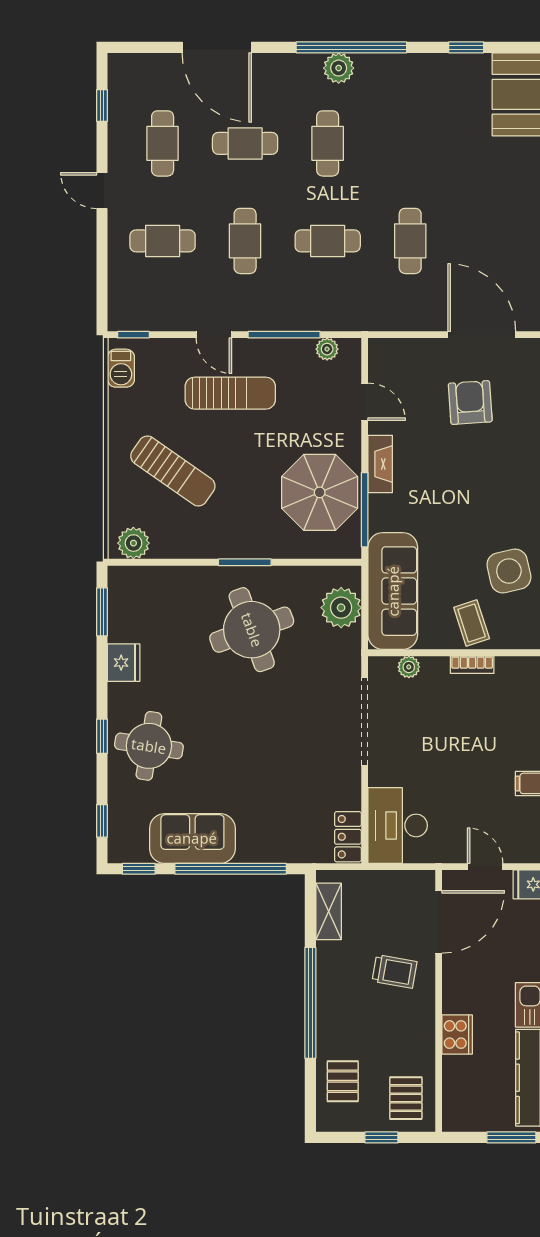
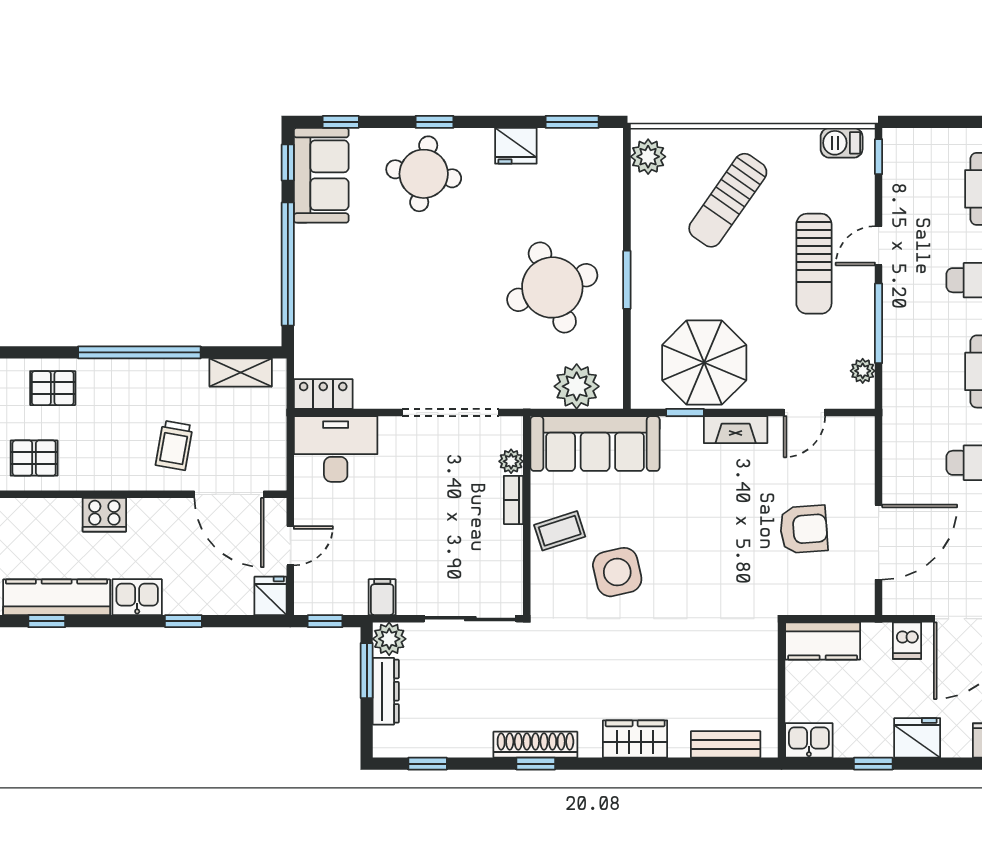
window: (365, 510) -> (685, 412), width x0.46
bookcase: (472, 665) -> (513, 500), moved
sofa: (192, 838) -> (321, 175), moved

